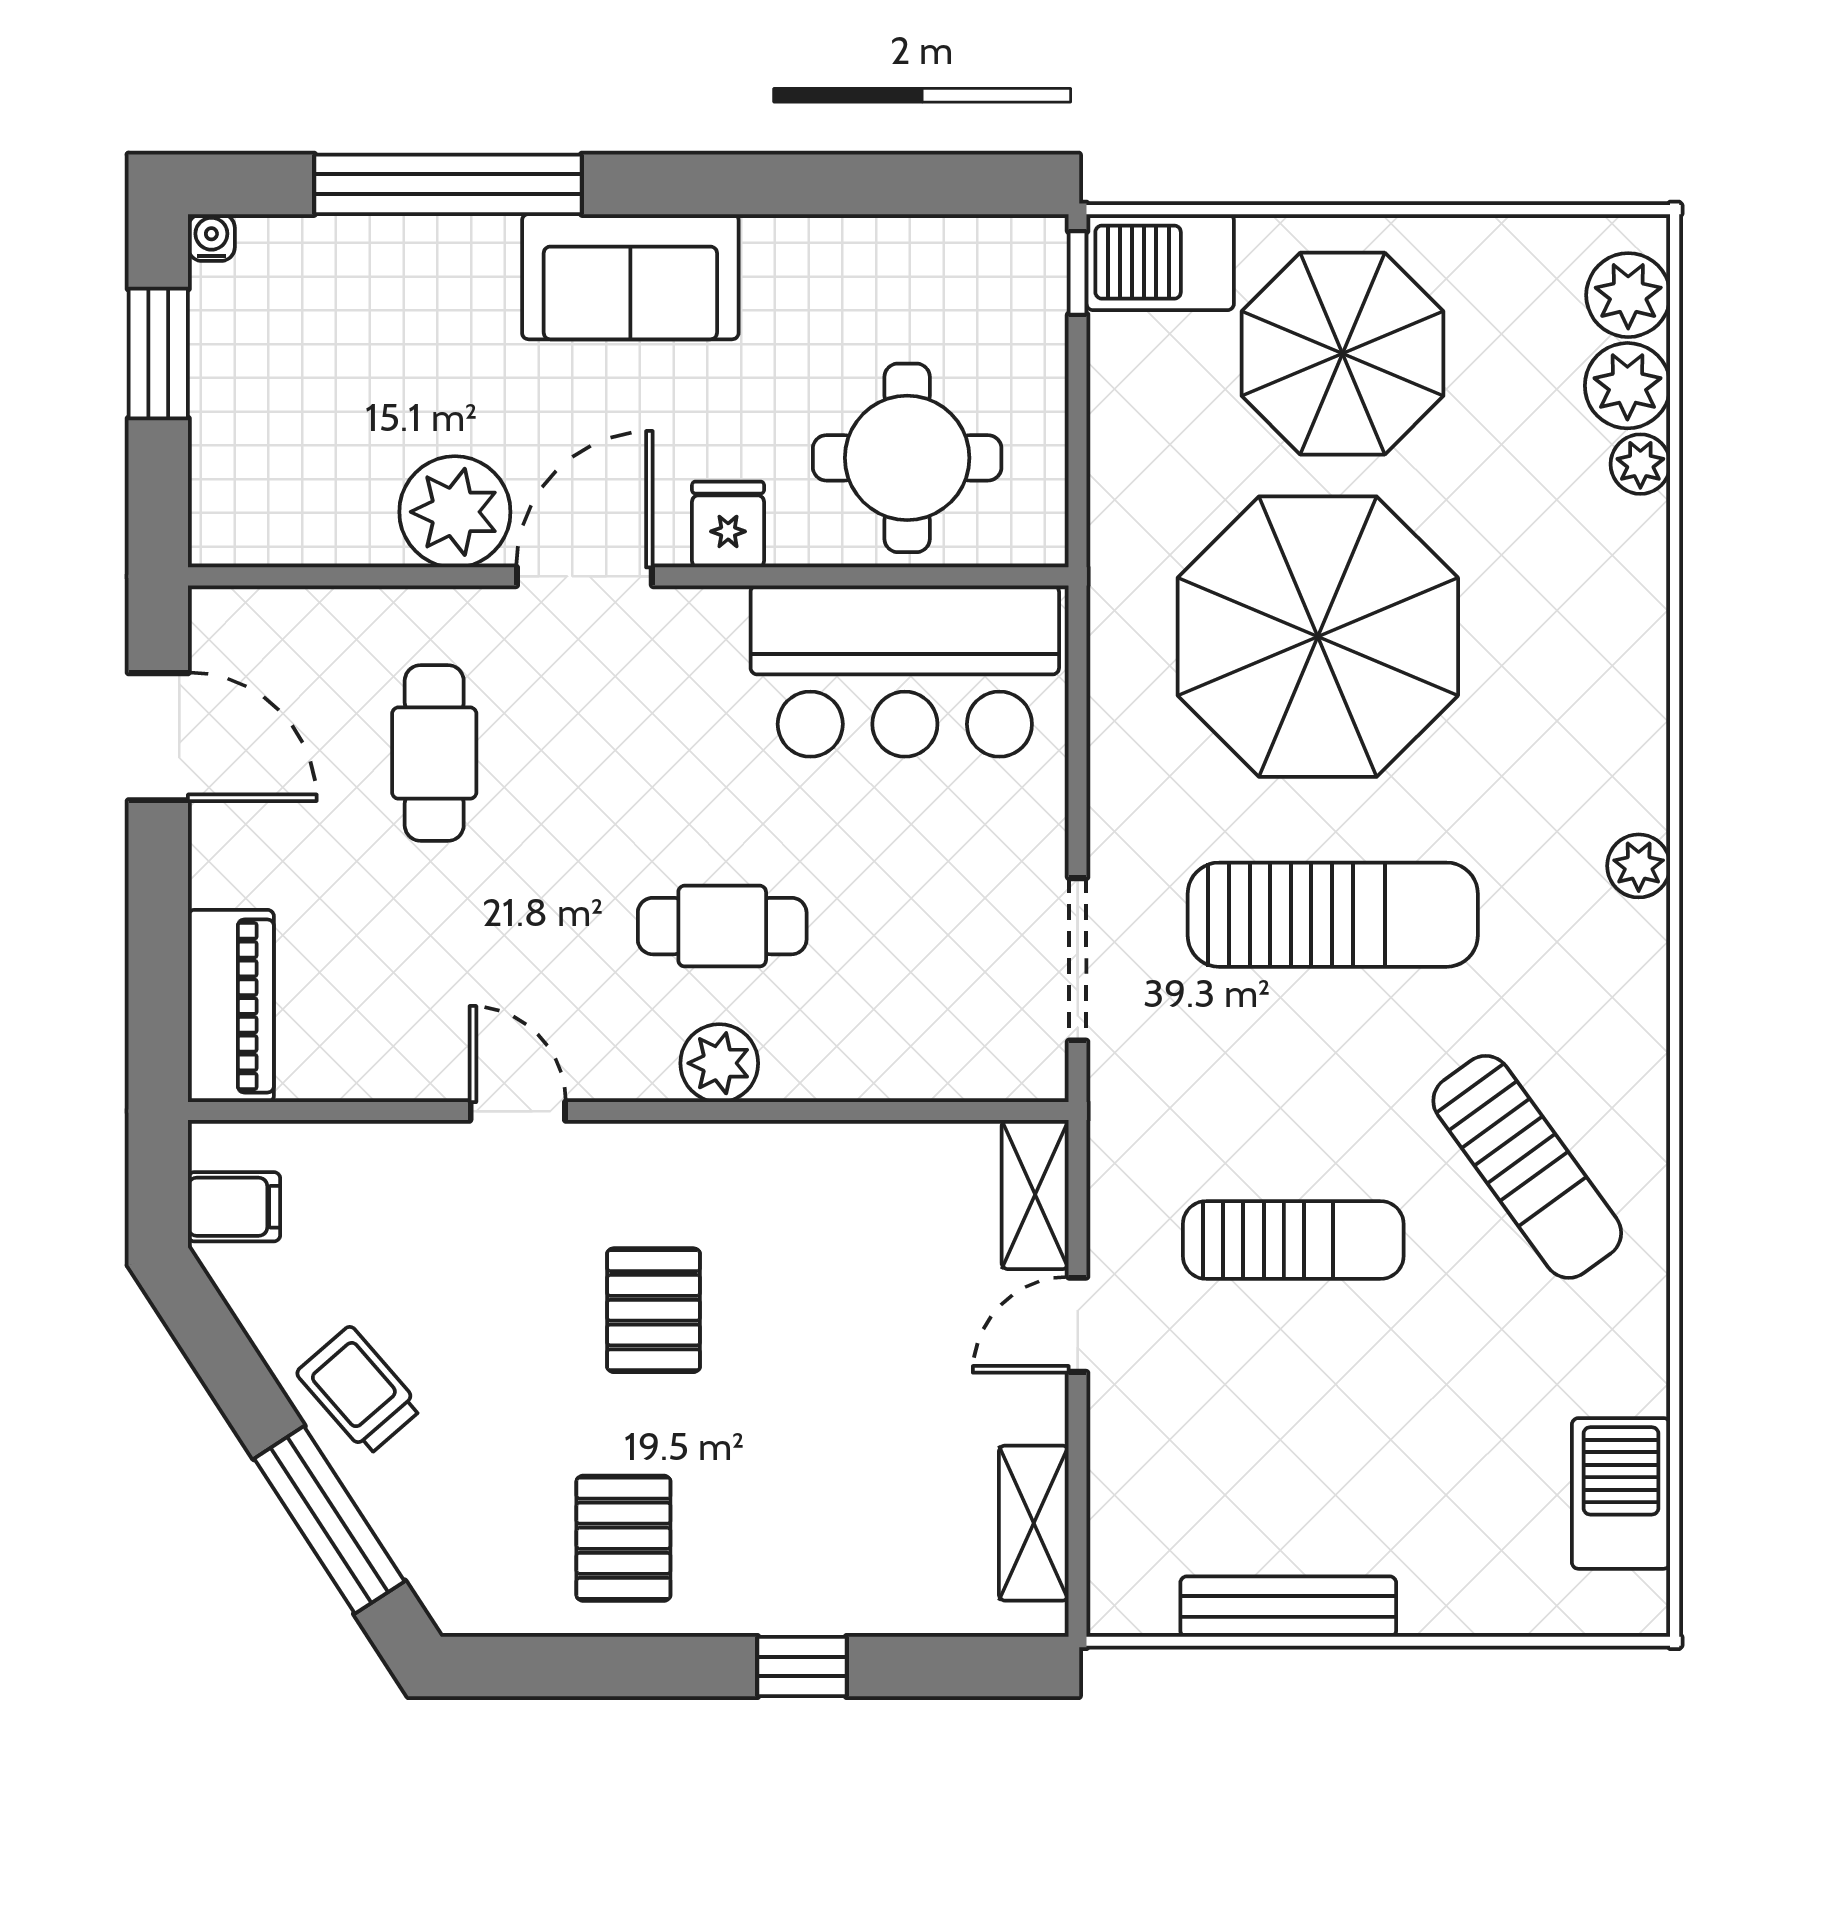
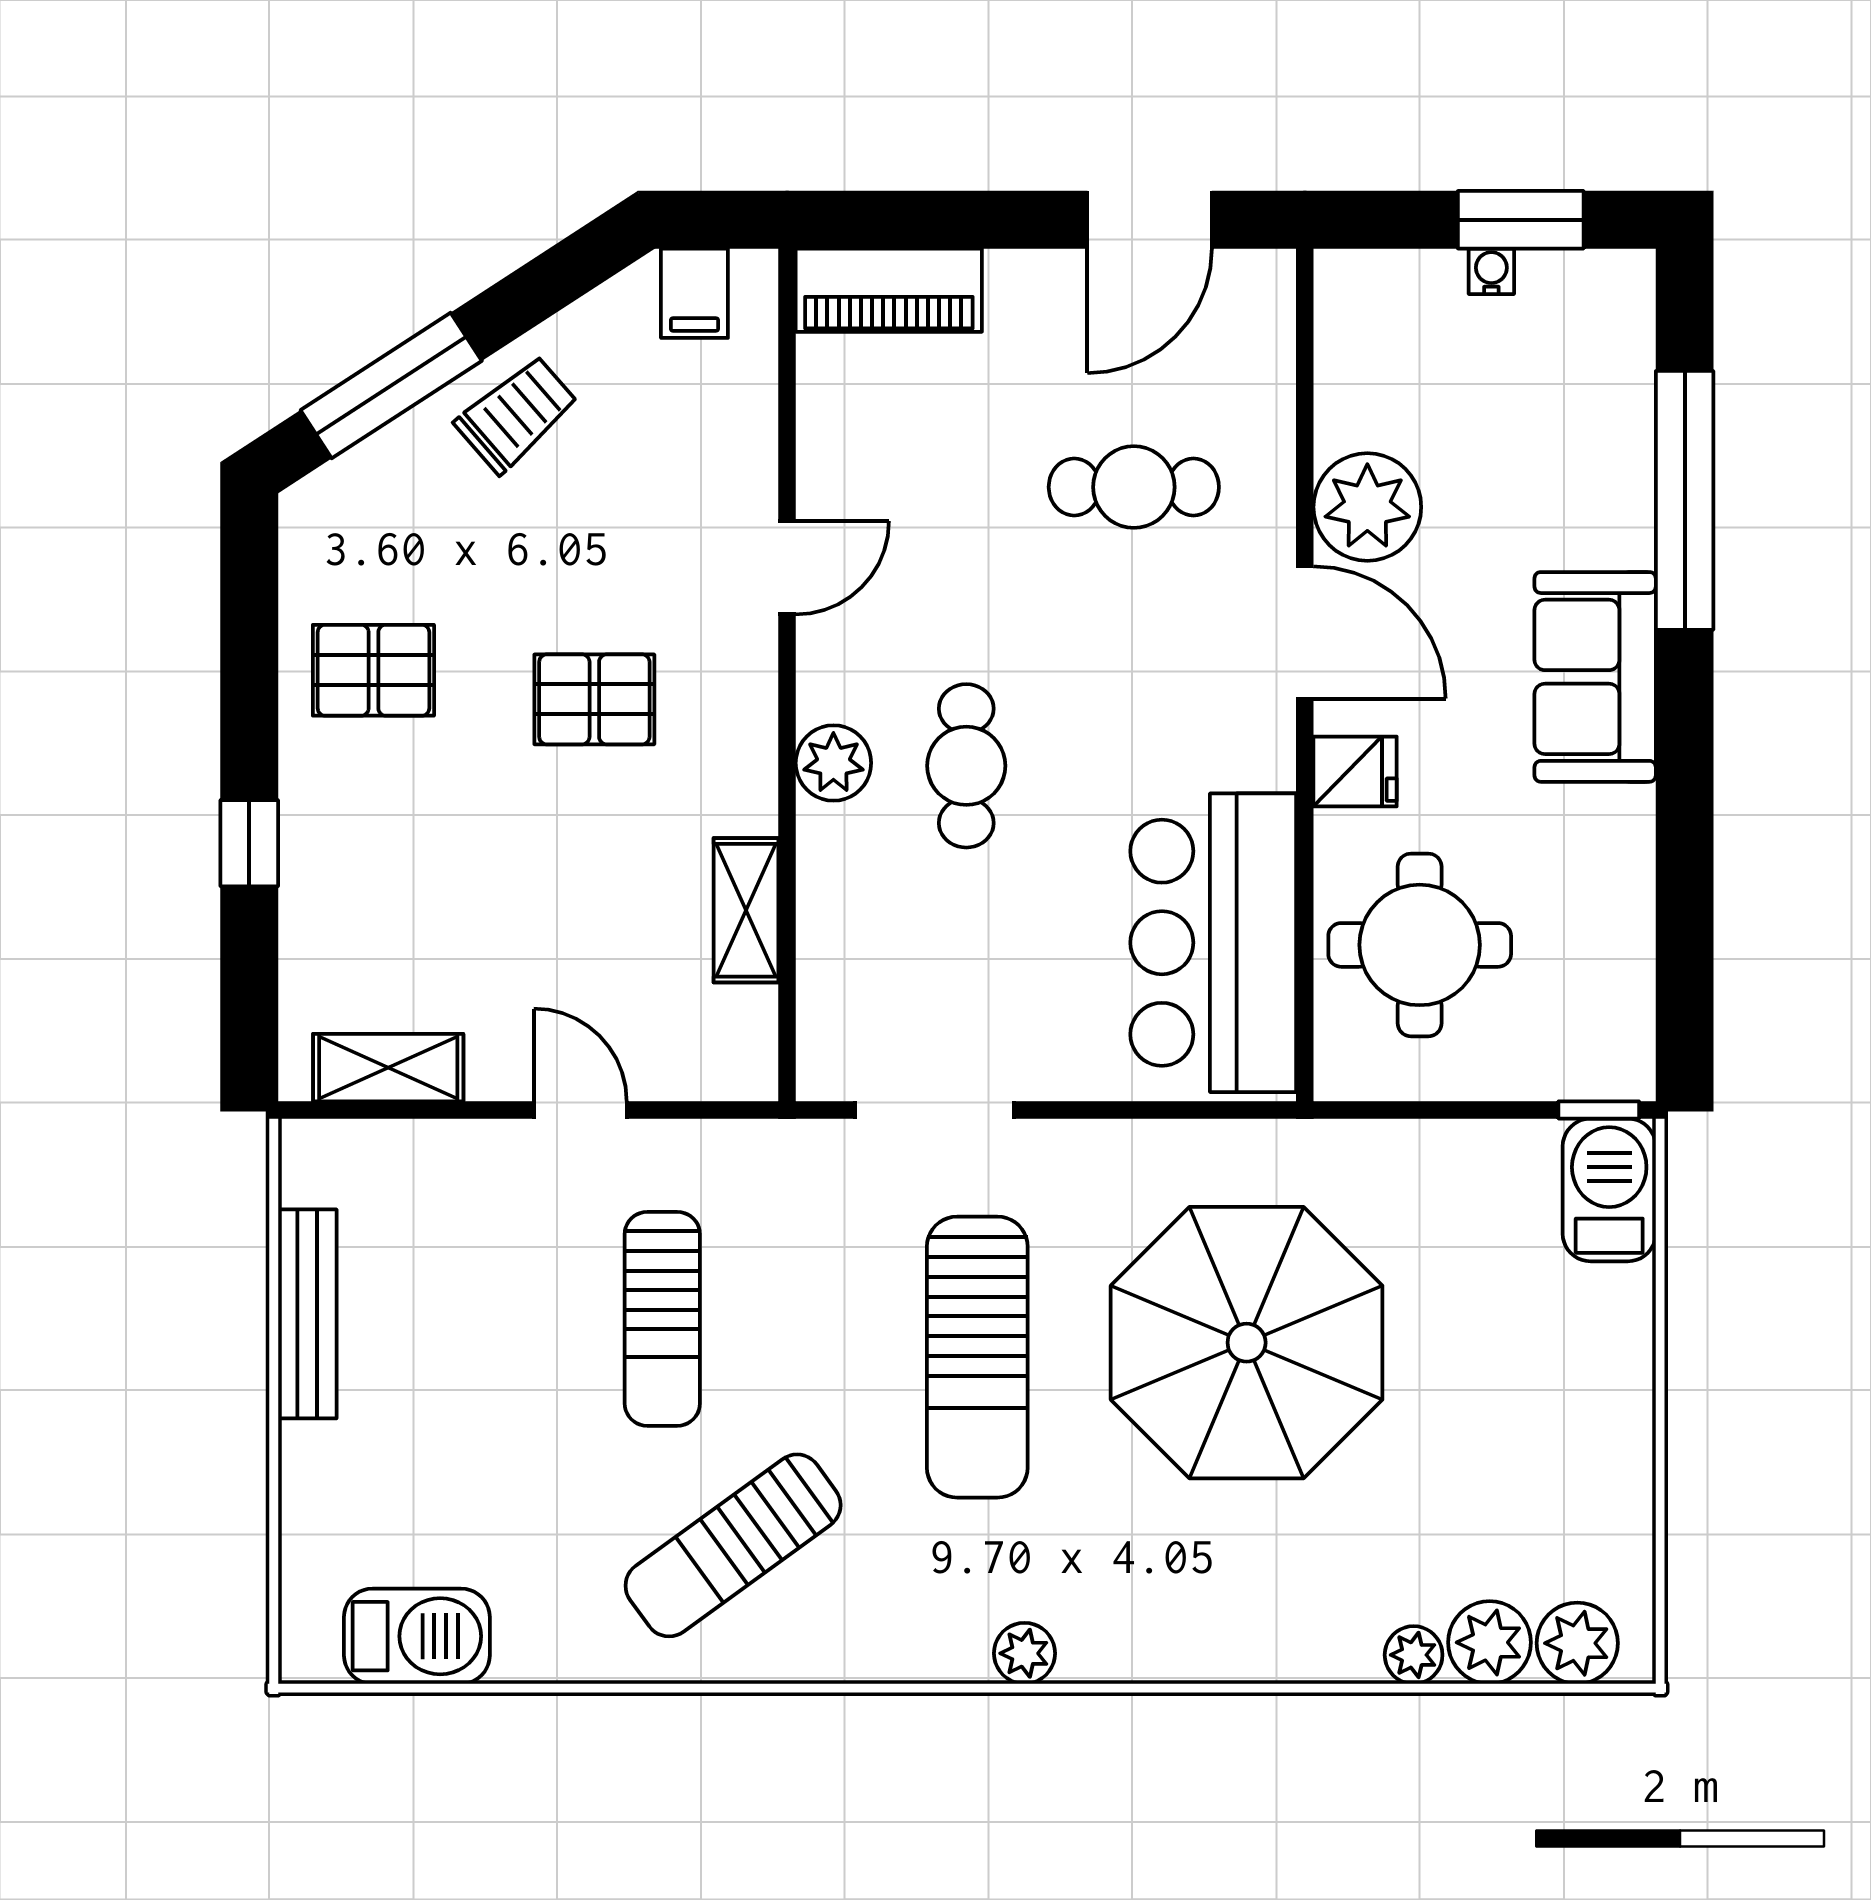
water cooler: (211, 238) -> (1491, 271), moved, turned -90
parasol: (1342, 354) -> (1521, 1366), removed
shelving: (1035, 1195) -> (746, 910), moved, turned 90

